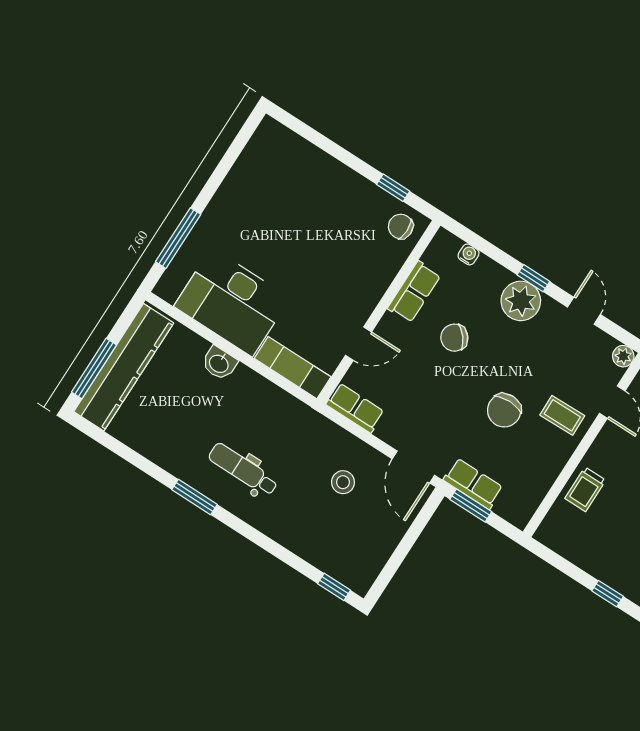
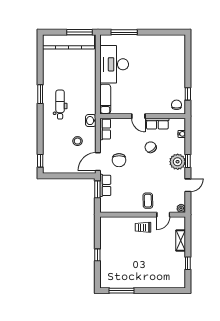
door: (358, 344) -> (138, 116), moved
washbasin: (219, 363) -> (91, 121), moved
window: (94, 368) -> (79, 32), moved
chair: (504, 410) -> (119, 160), moved, turned -90
trolley: (585, 489) -> (143, 227), moved

